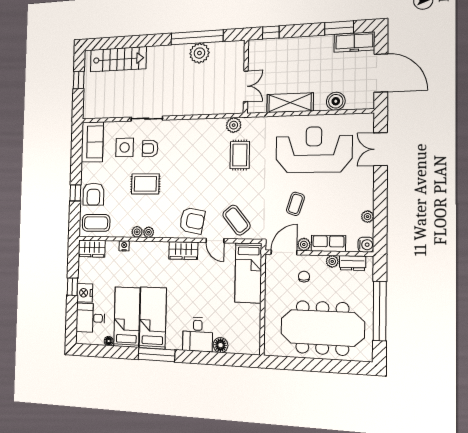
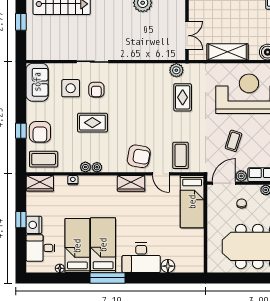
armchair: (150, 148) -> (96, 90), turned -90
coffee table: (236, 220) -> (181, 155), turned 39
desk: (198, 334) -> (141, 258), width x1.37

